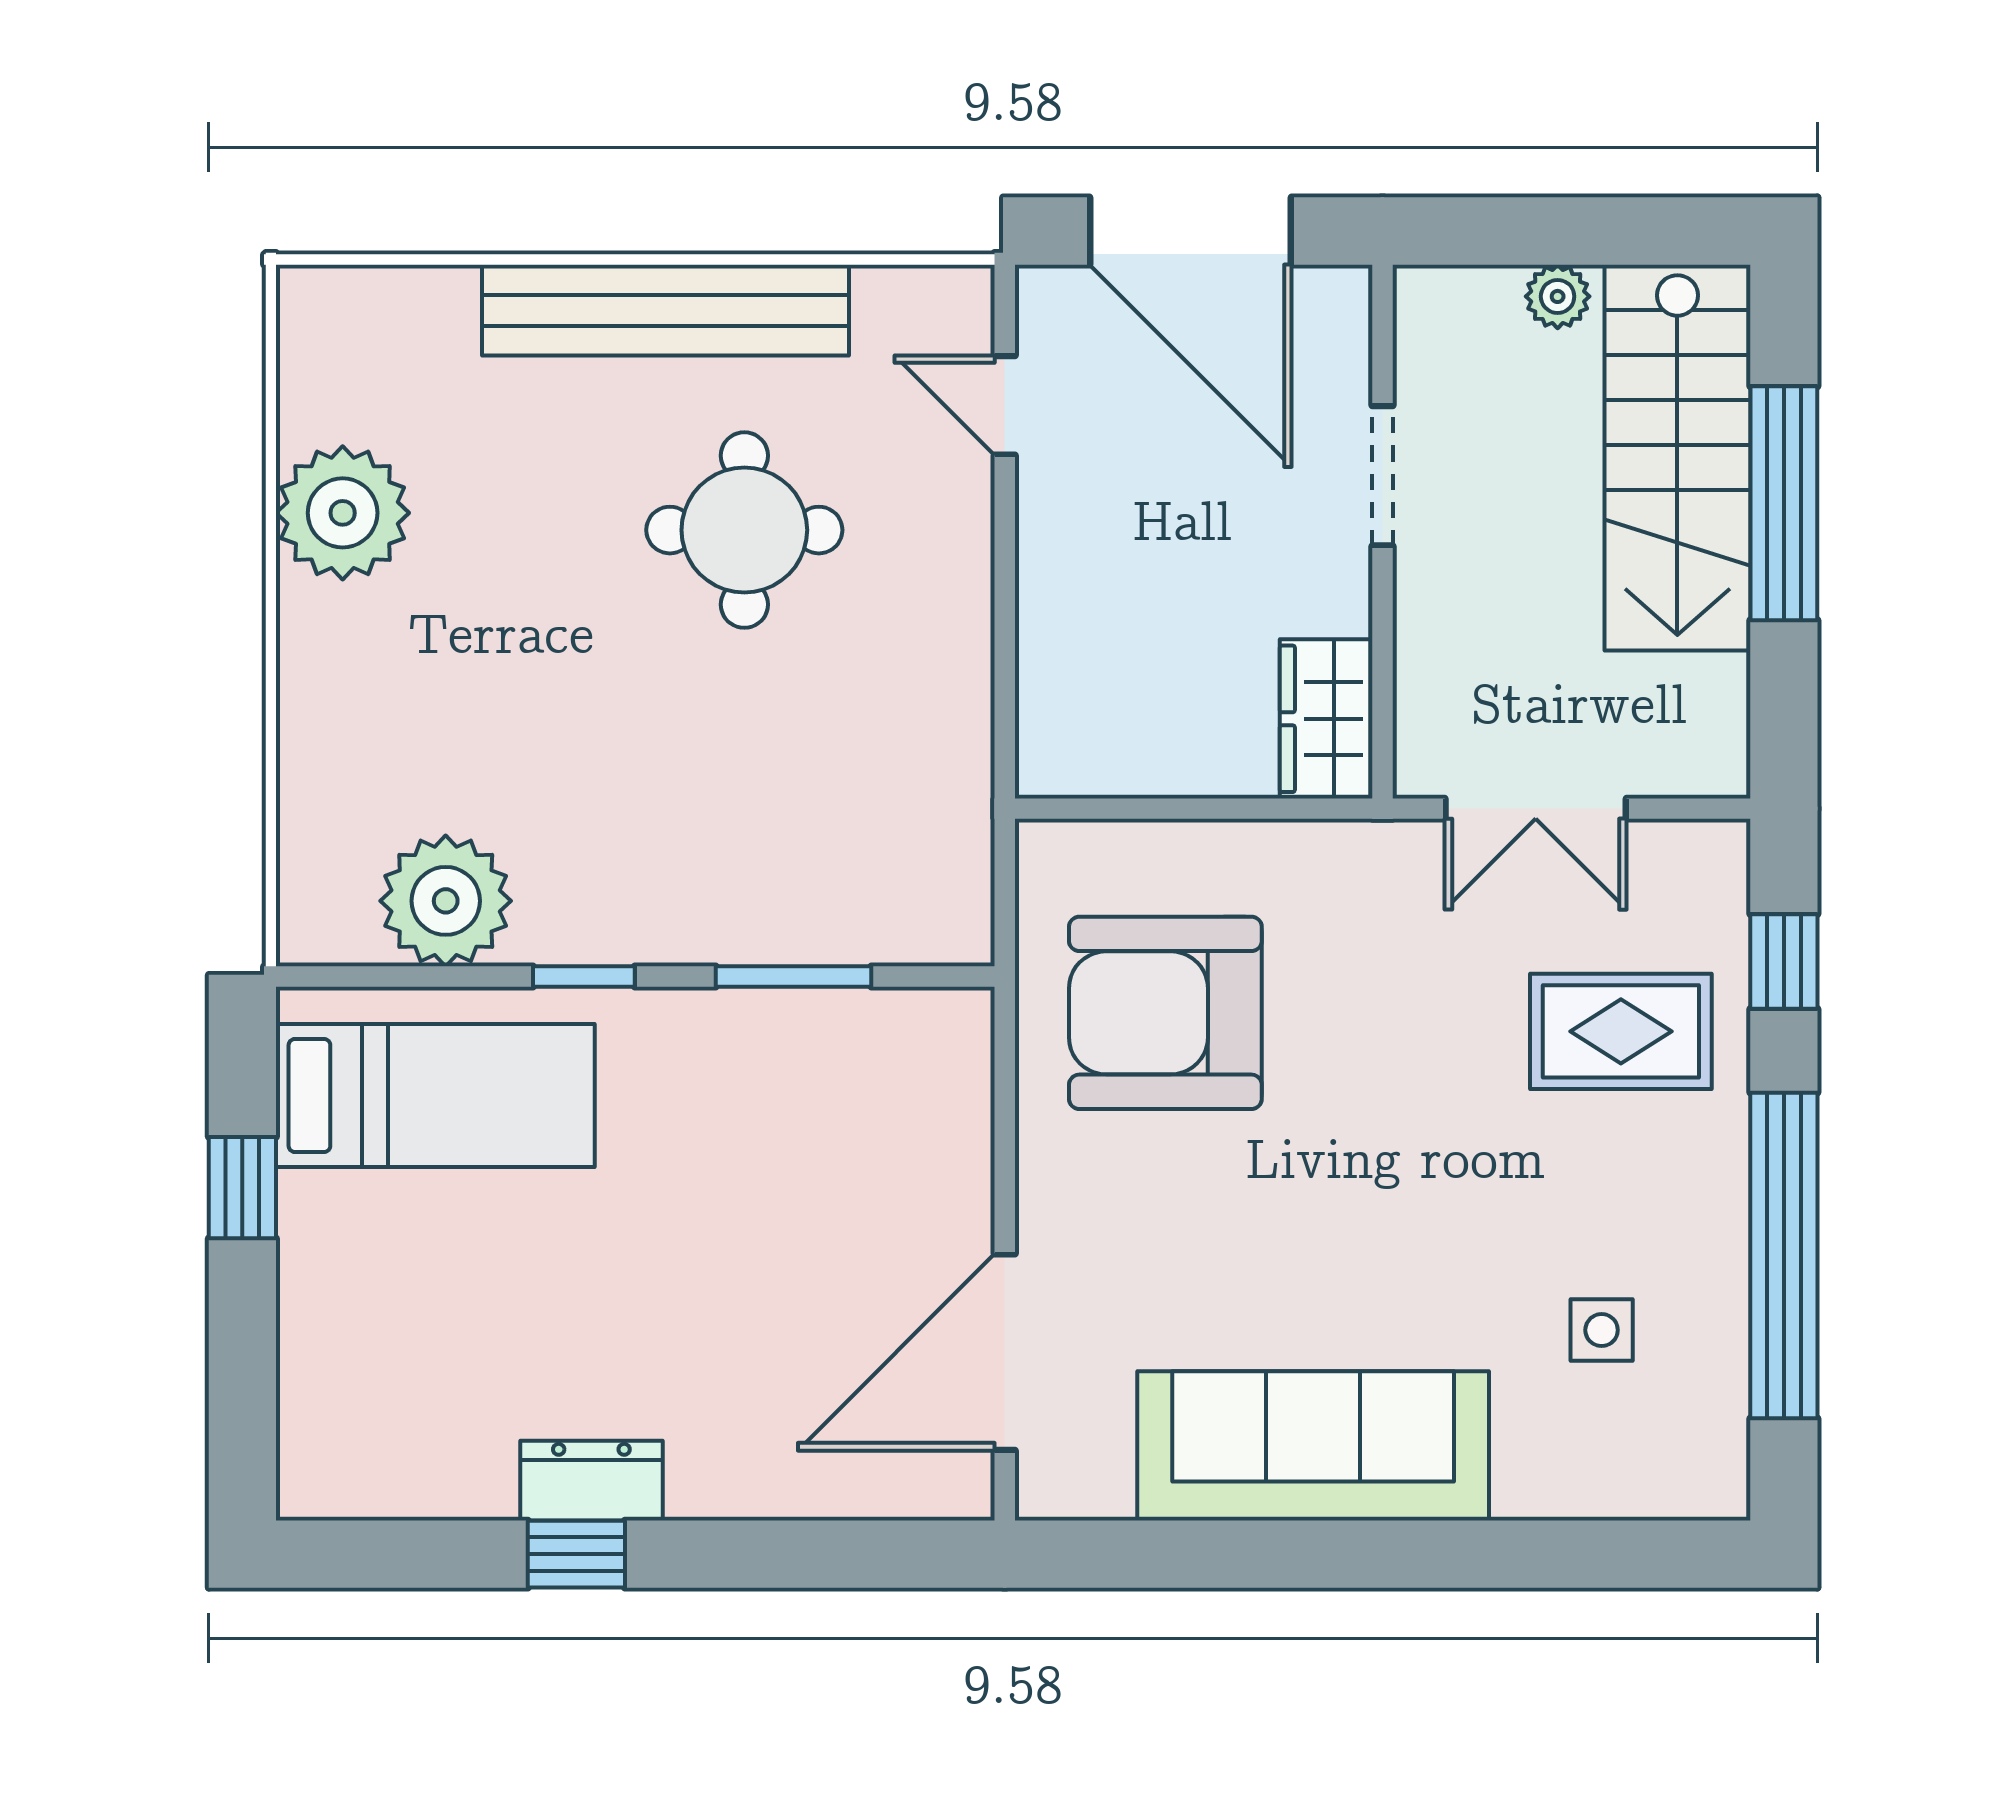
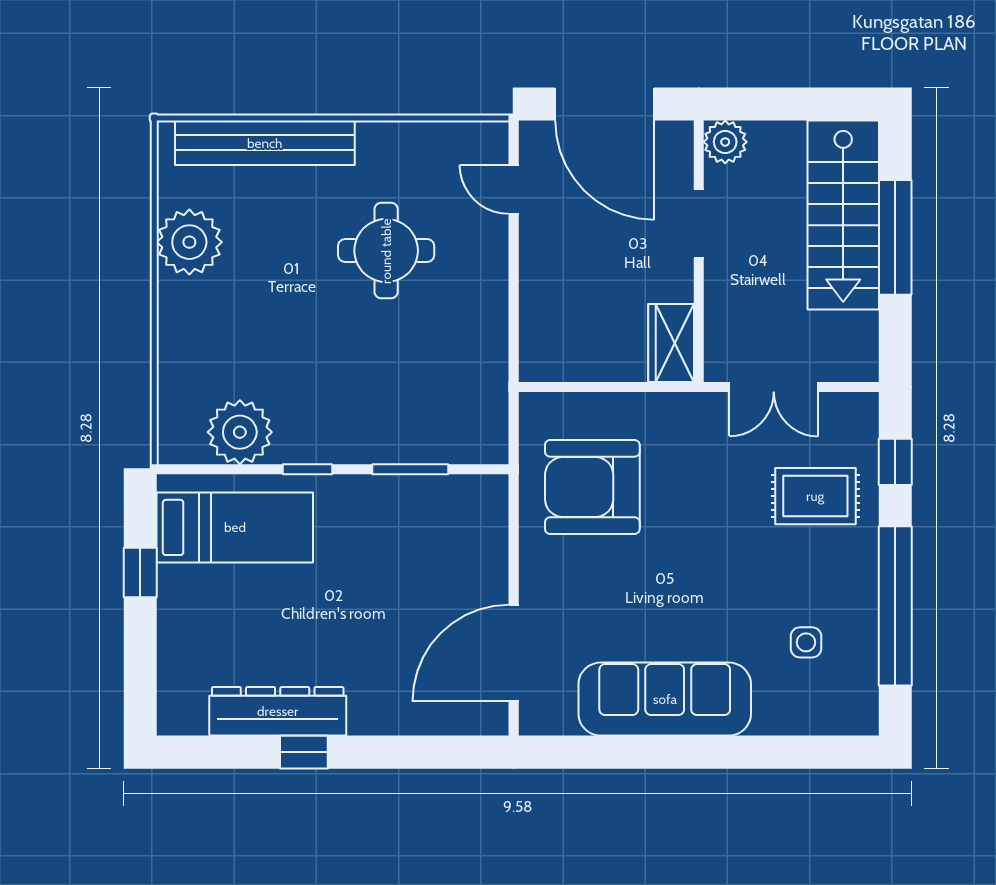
plant: (1558, 296) -> (725, 142), moved, width x1.38, depth x1.38
bench: (665, 310) -> (265, 143), moved
dresser: (591, 1481) -> (278, 711), width x1.96, depth x1.24

